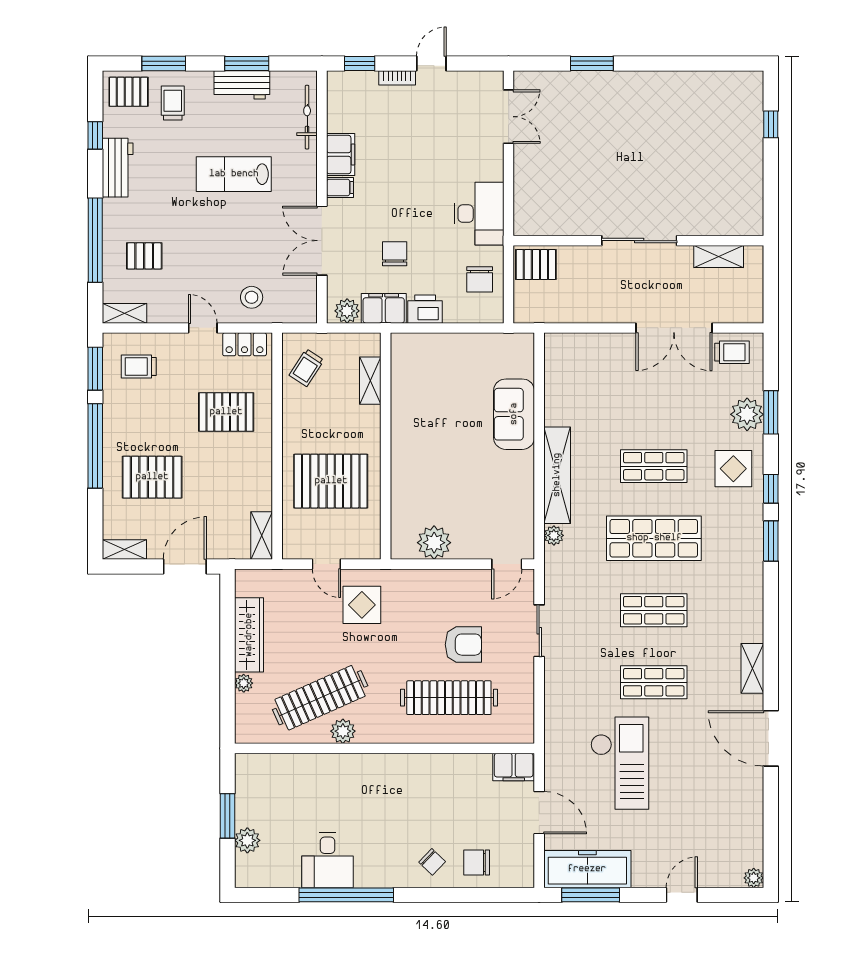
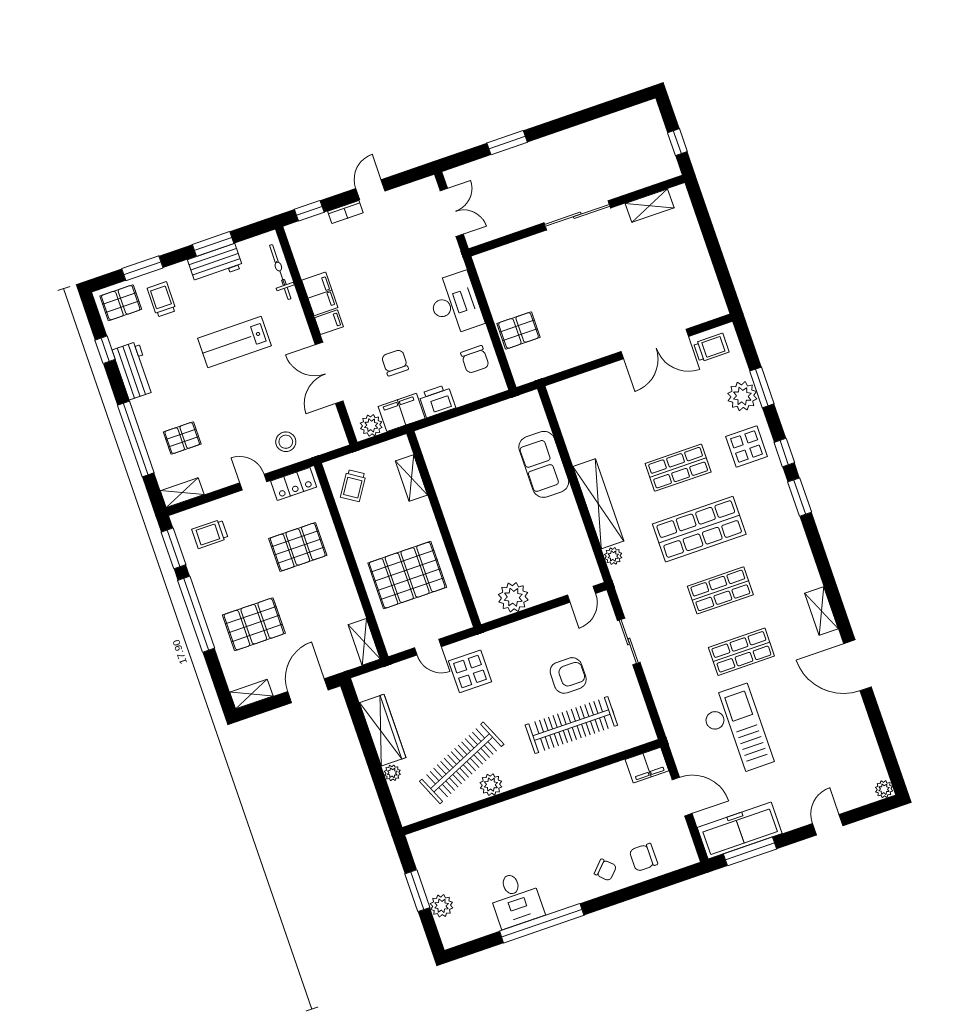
wall: (638, 241) -> (577, 216), moved
sliding door: (639, 241) -> (577, 215), moved
shelving: (719, 256) -> (650, 206), moved

